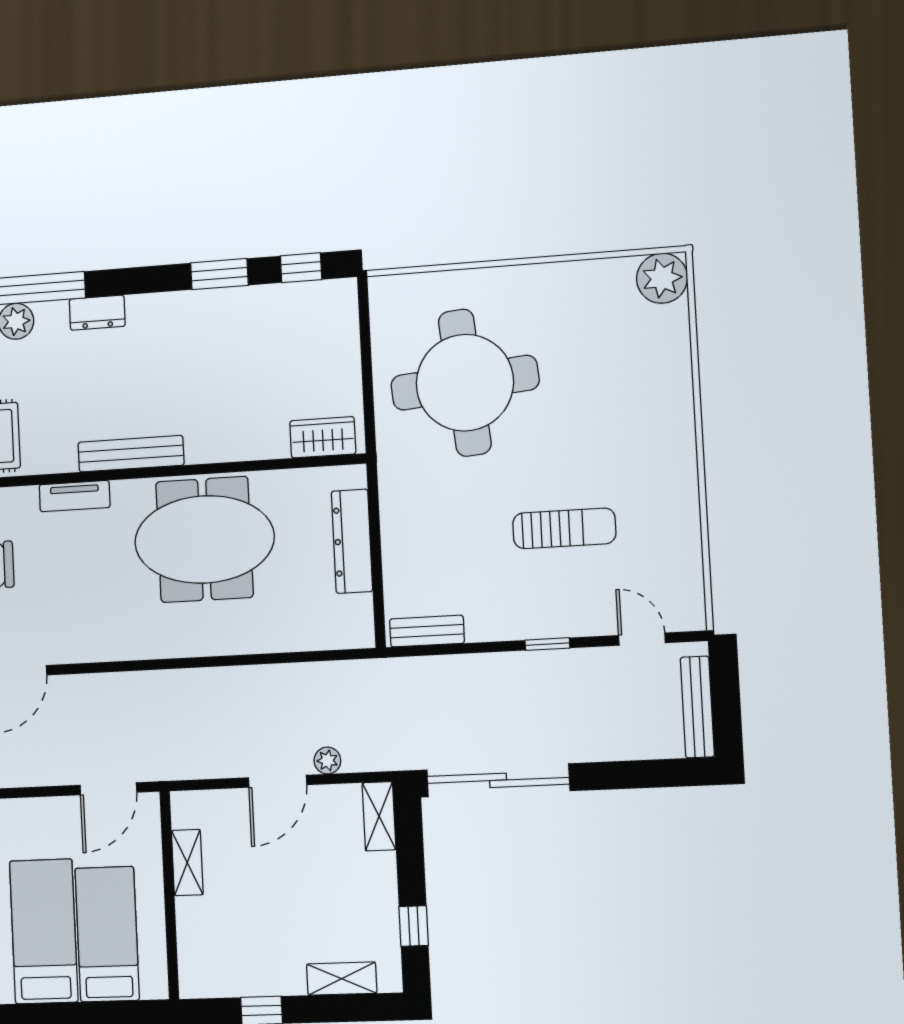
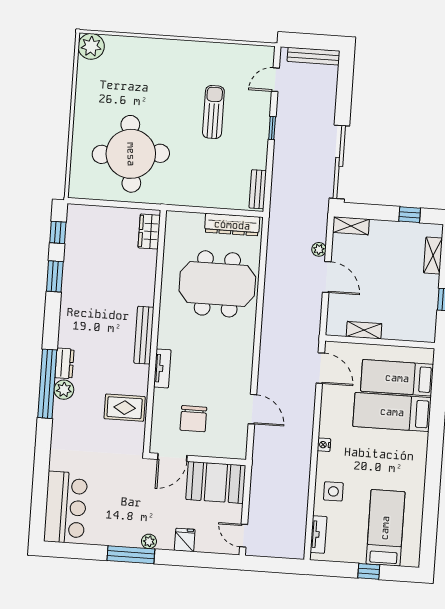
dresser: (97, 313) -> (64, 363), moved
meeting table: (204, 539) -> (217, 284), moved, turned 90
dresser: (352, 541) -> (232, 225), moved

